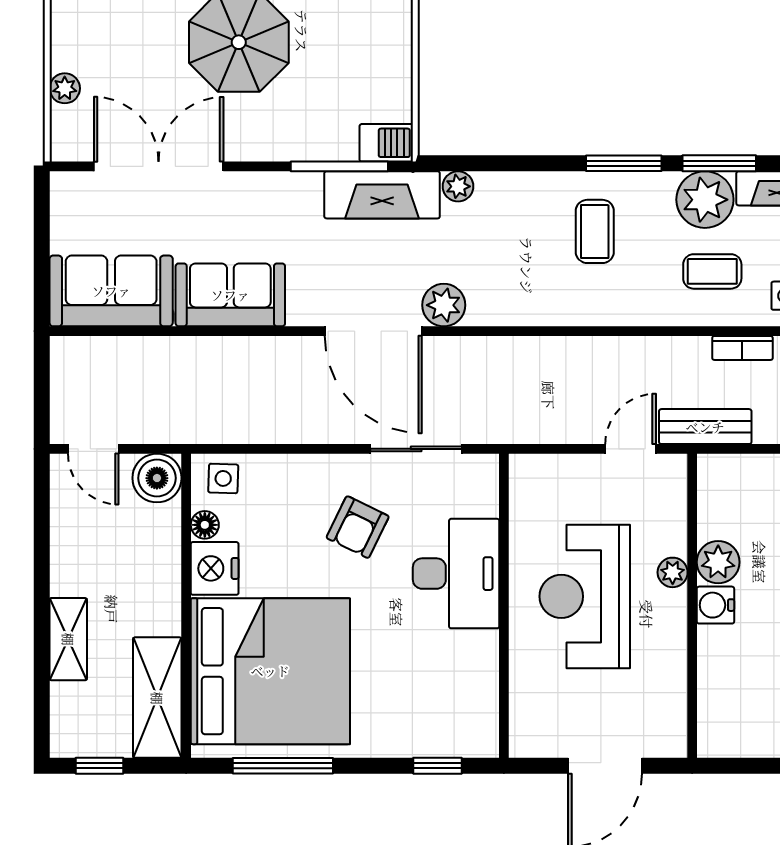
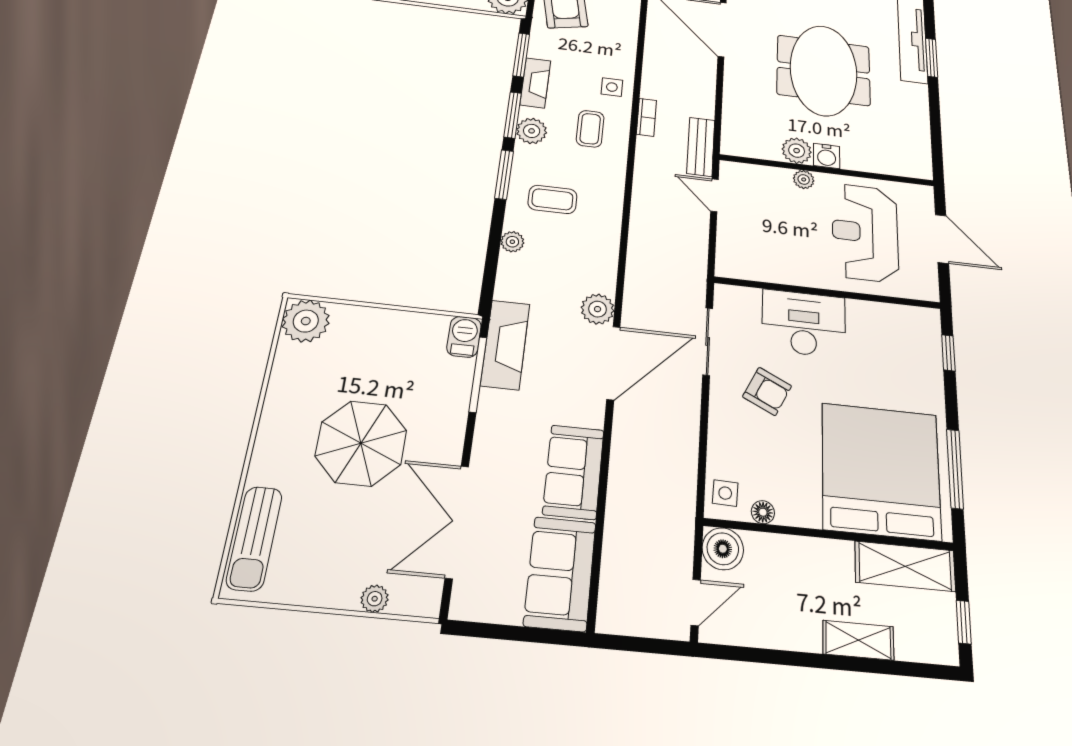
plant: (458, 186) -> (512, 242), moved
plant: (705, 200) -> (532, 131), width x0.73, depth x0.73
nightstand: (215, 568) -> (799, 508), removed
reception desk: (585, 596) -> (865, 232), moved, turned 90

